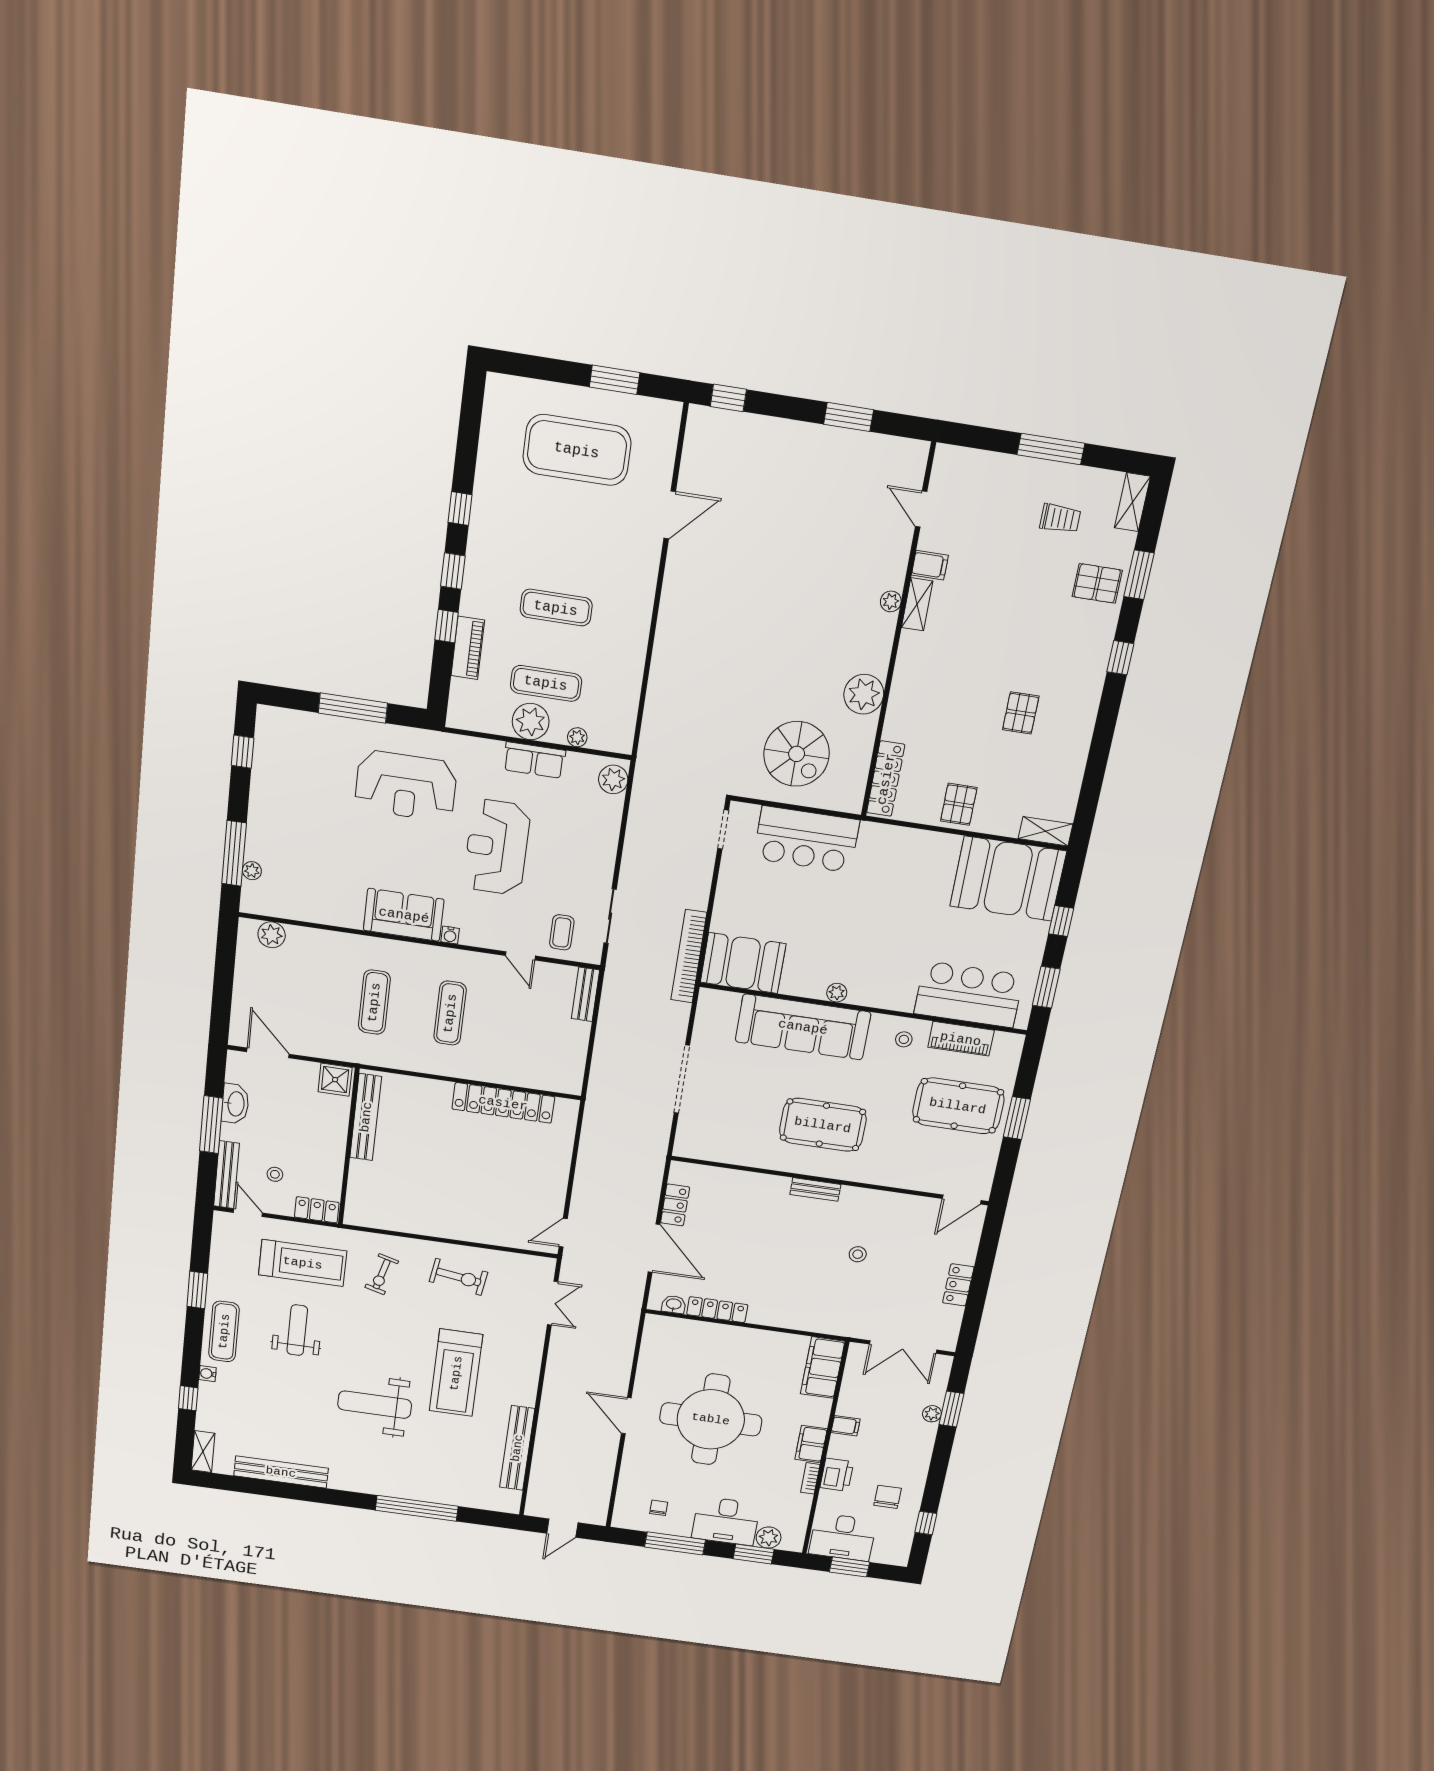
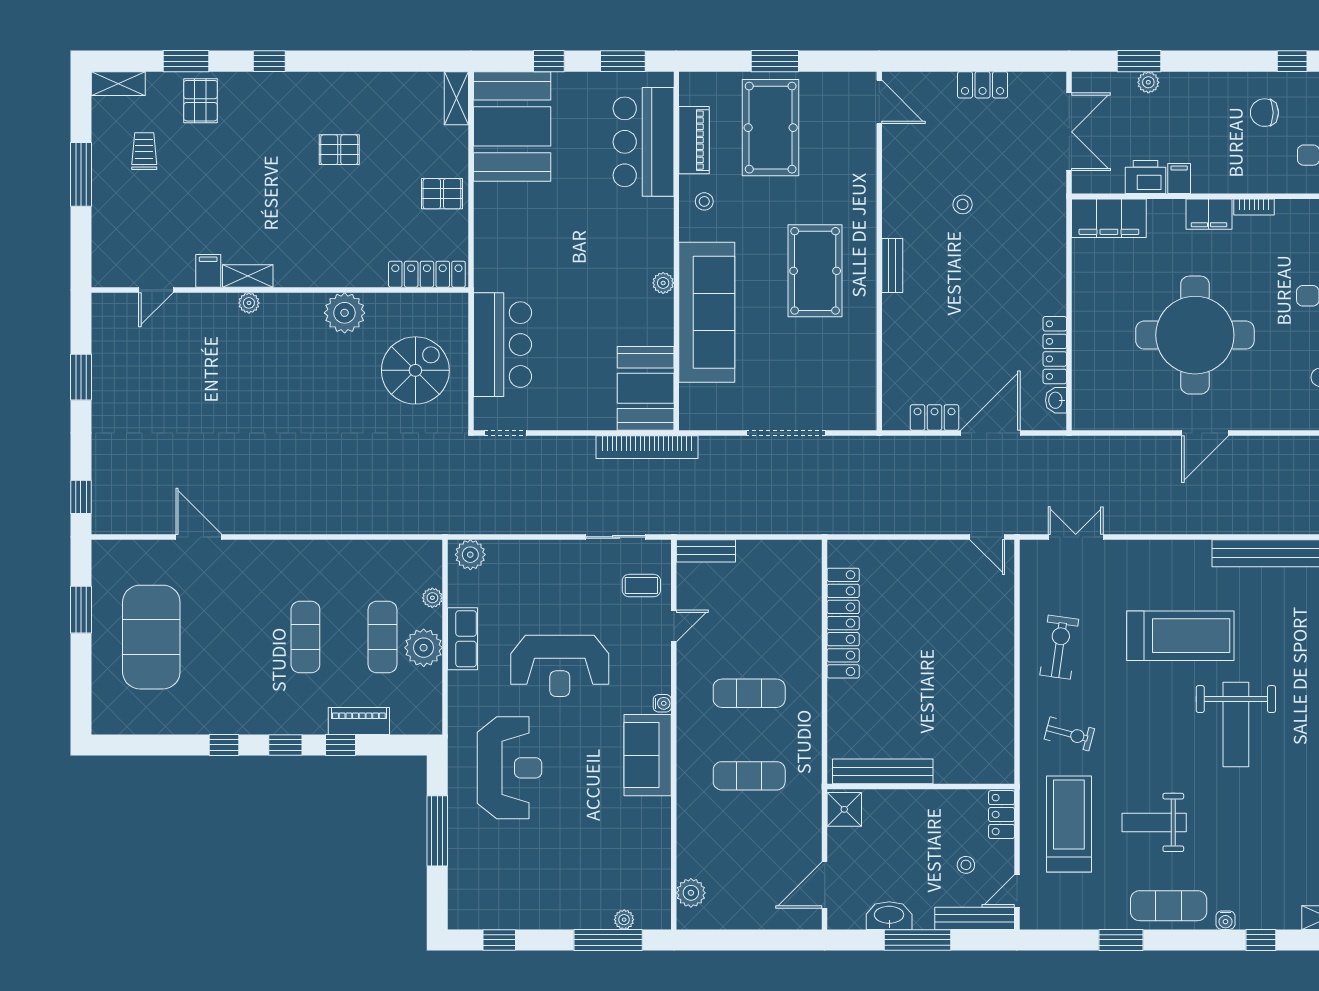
printer: (837, 1475) -> (1146, 177), moved

